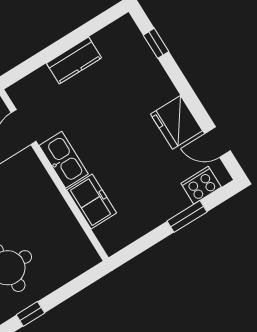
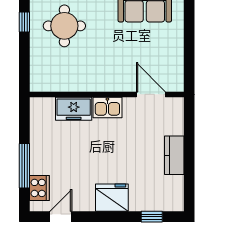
fridge: (176, 122) -> (112, 198), moved
kitchen sink: (64, 160) -> (107, 107), width x0.73
window: (187, 216) -> (24, 166), width x1.44

